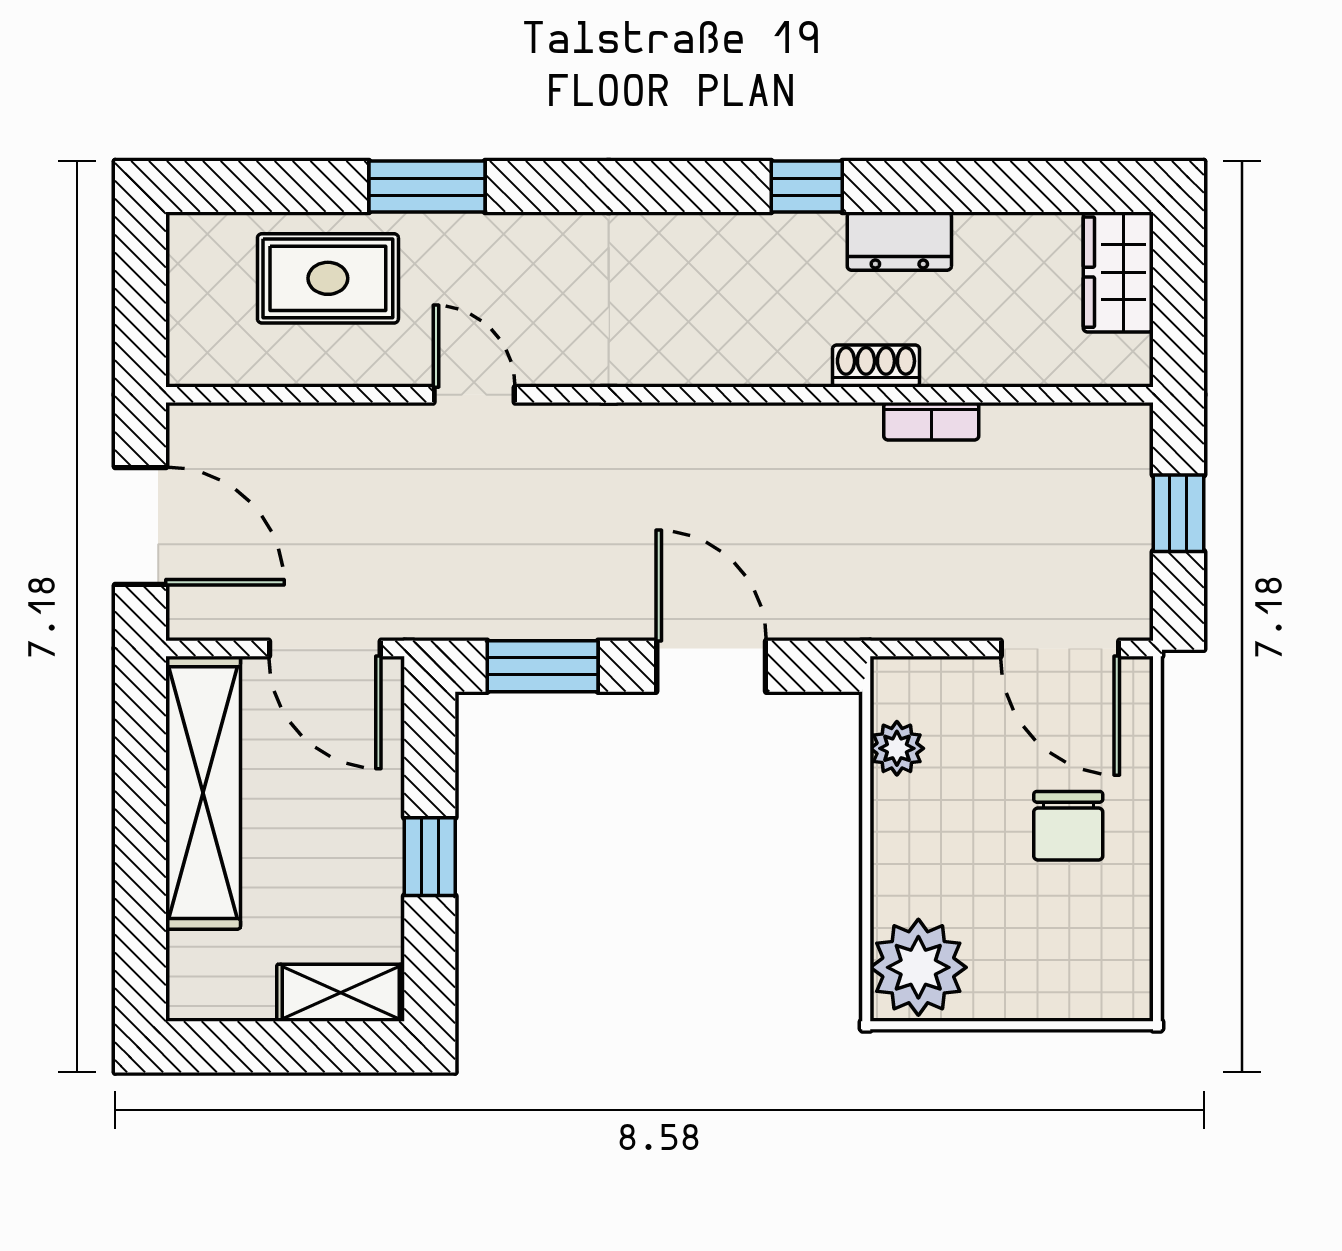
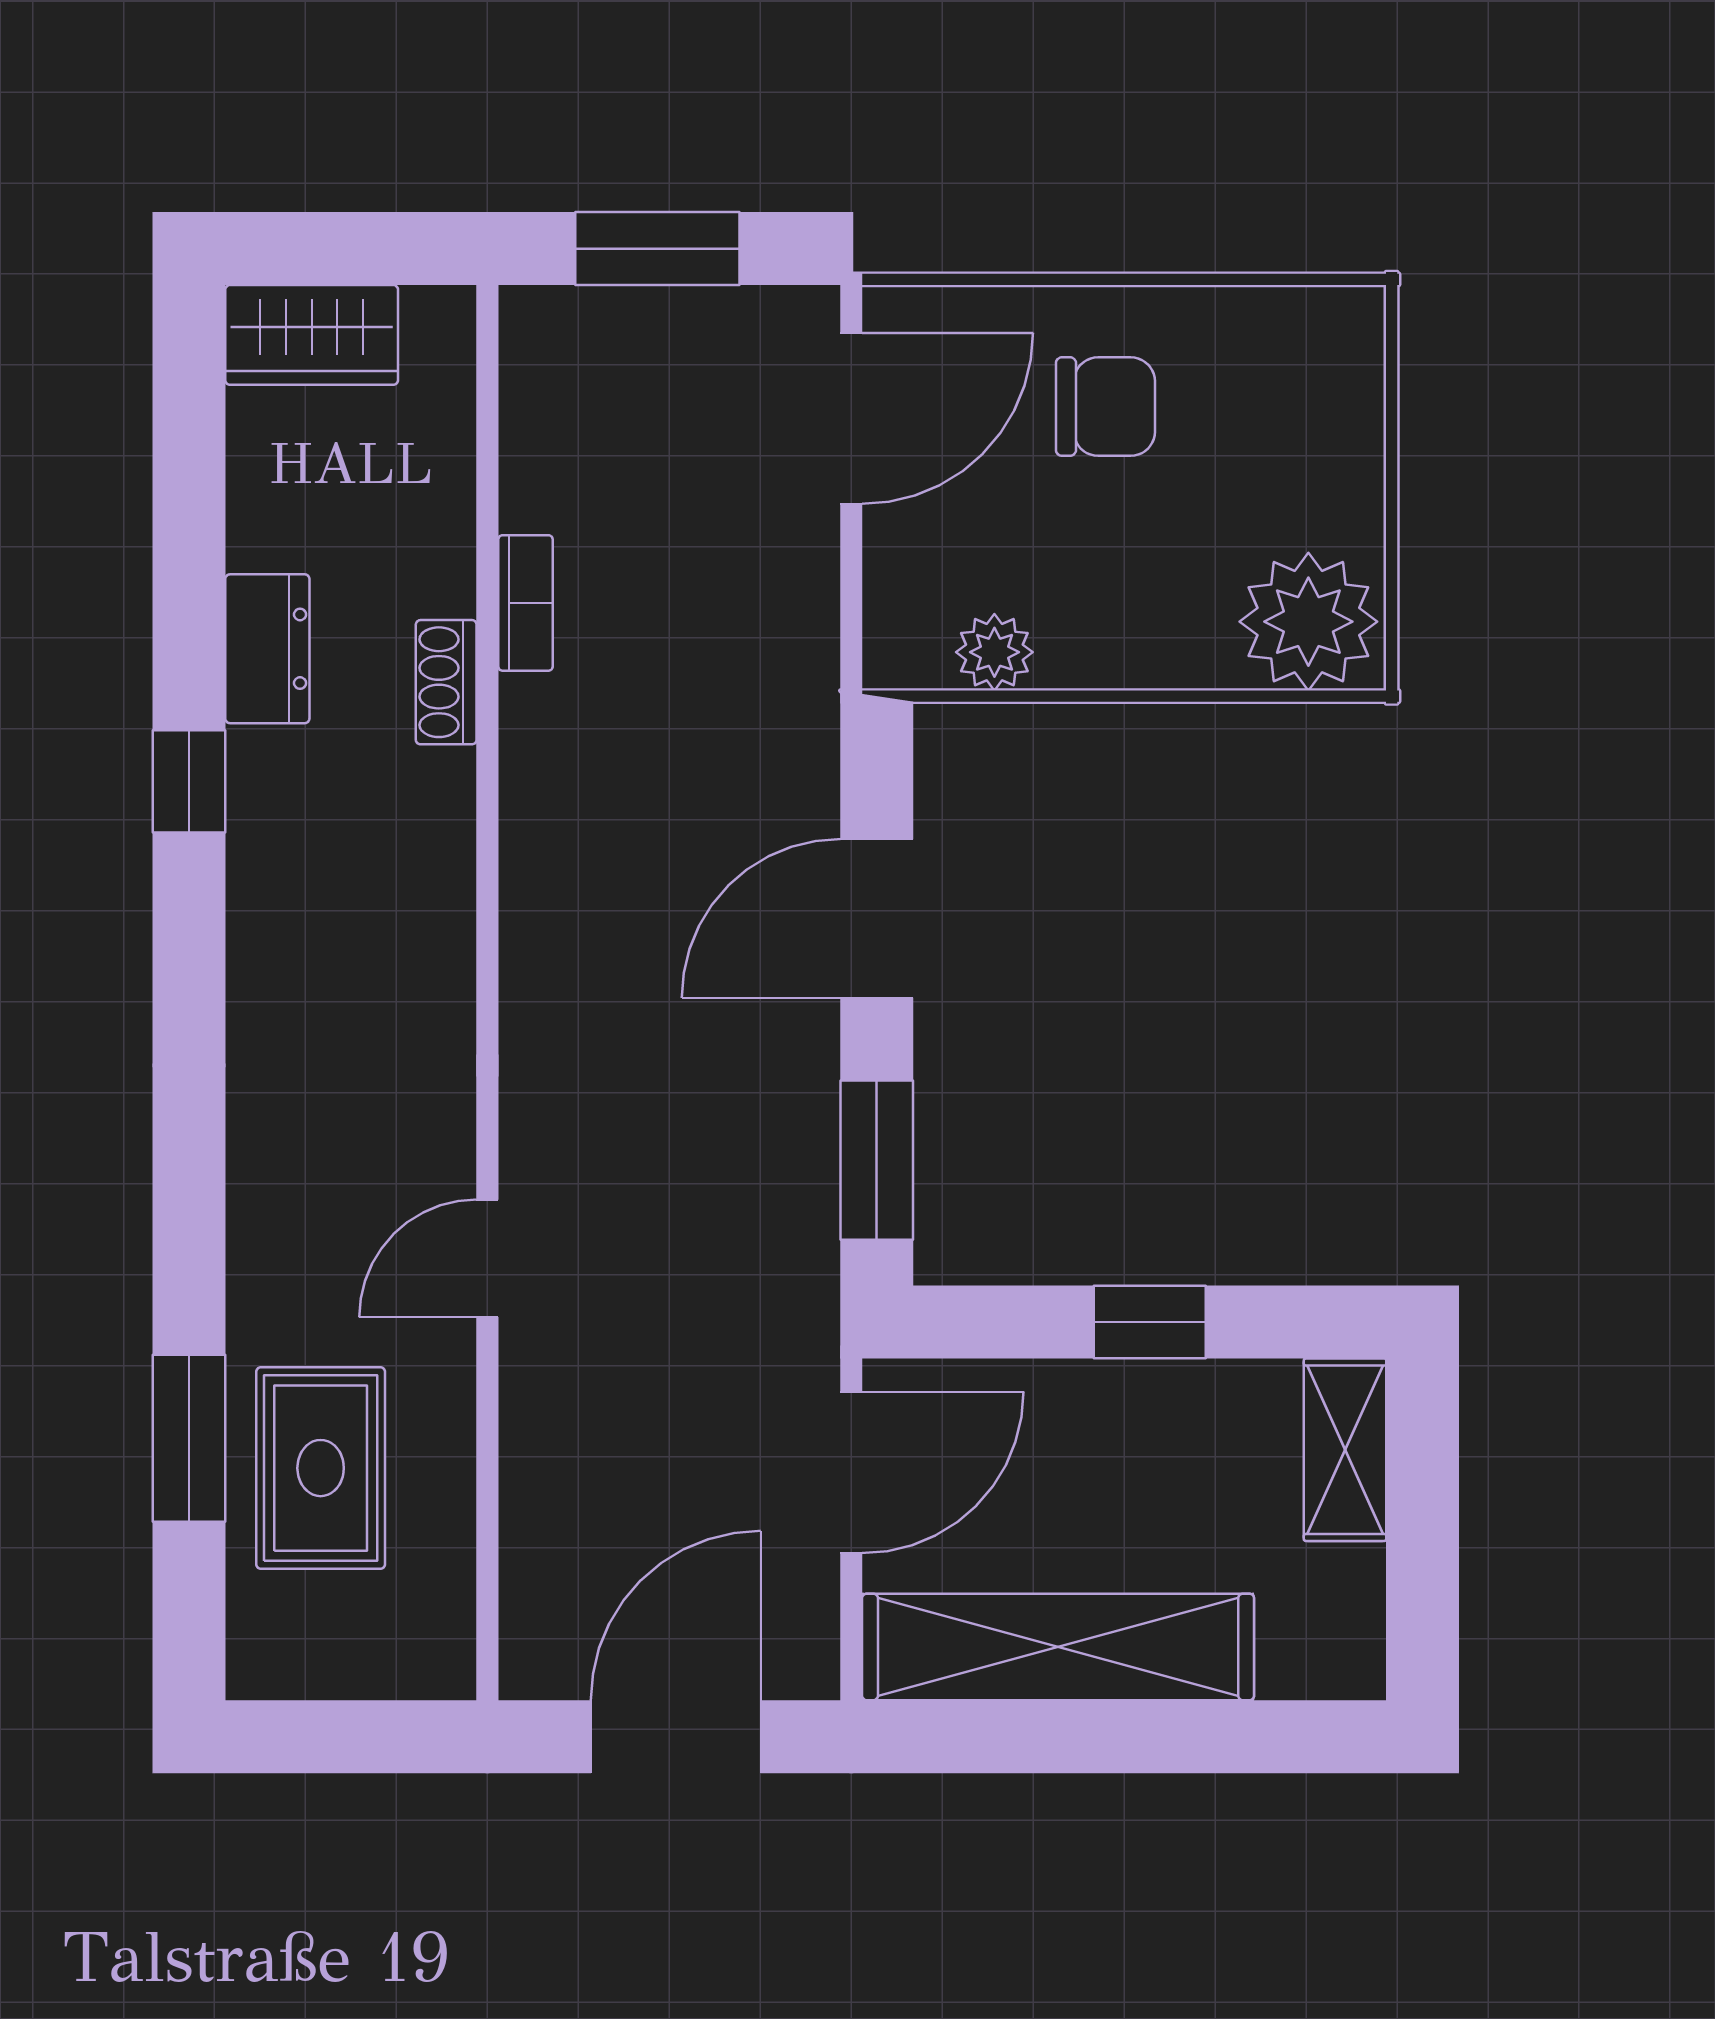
window: (427, 187) -> (189, 1438), moved
window: (1178, 513) -> (657, 249), width x1.50

